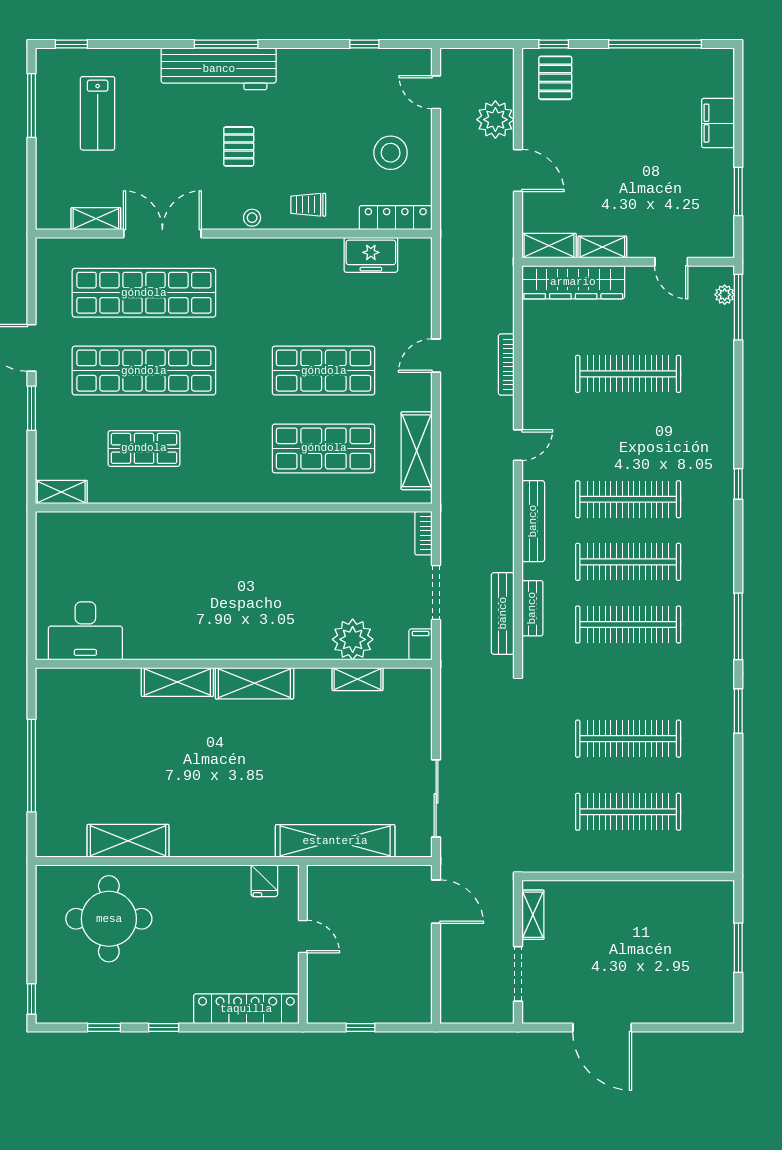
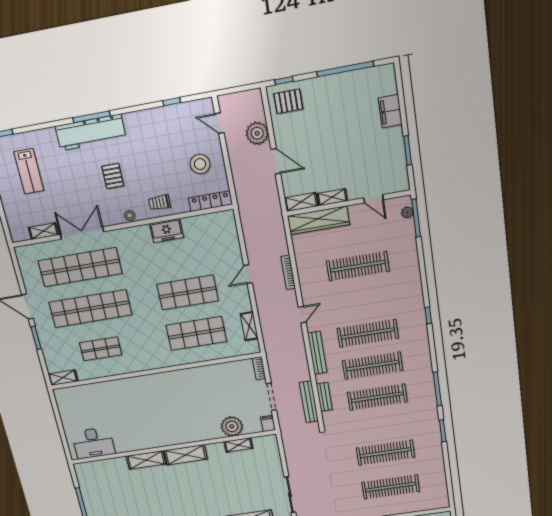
pallet: (555, 78) -> (288, 101), turned 90
freezer: (371, 255) -> (167, 231), moved
shelving: (417, 451) -> (249, 326), width x0.67, depth x0.75

